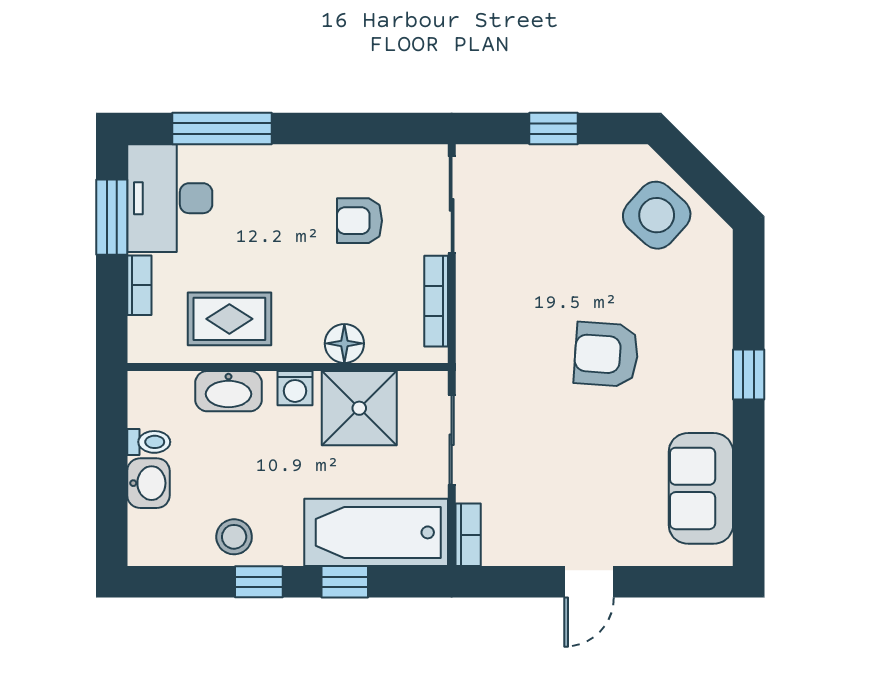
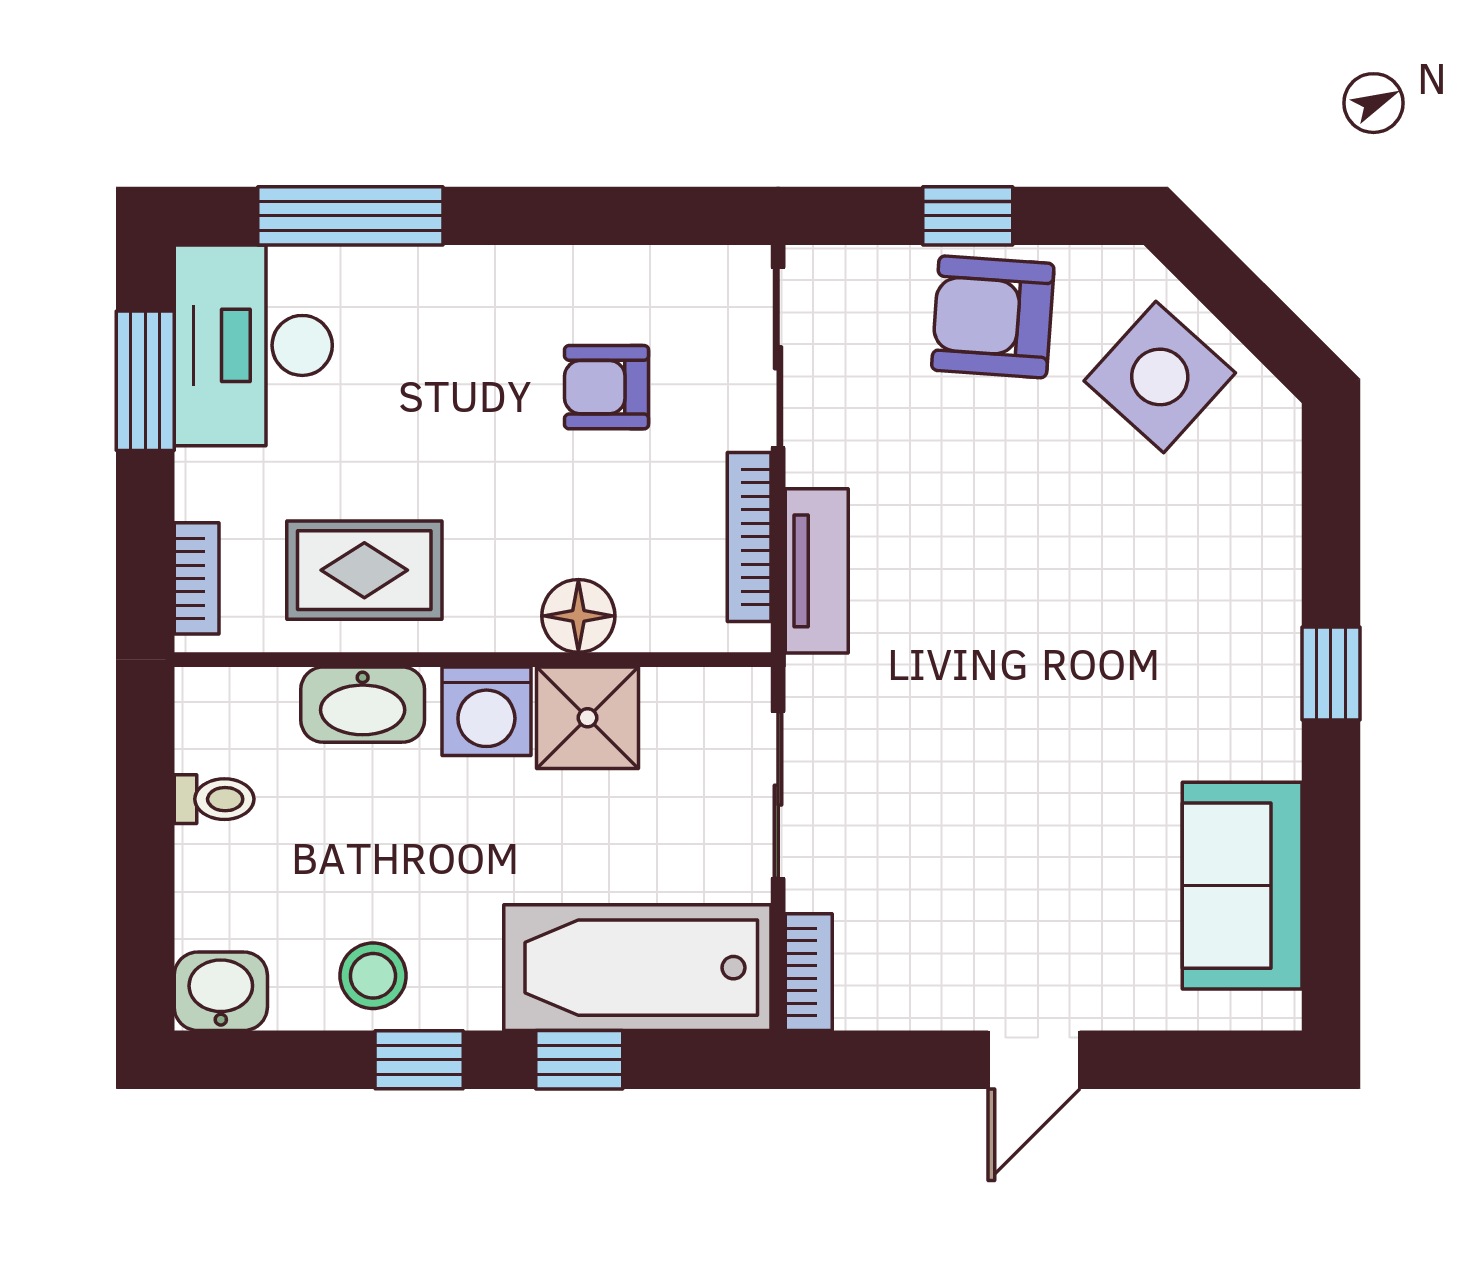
bookcase: (139, 285) -> (197, 578), moved
tv unit: (472, 319) -> (817, 571), added
armchair: (606, 354) -> (993, 317), moved
washing machine: (295, 388) -> (486, 711), width x1.38, depth x1.38
shower: (359, 408) -> (588, 718), width x0.73, depth x0.73
washbasin: (148, 483) -> (221, 991), moved, turned -90

